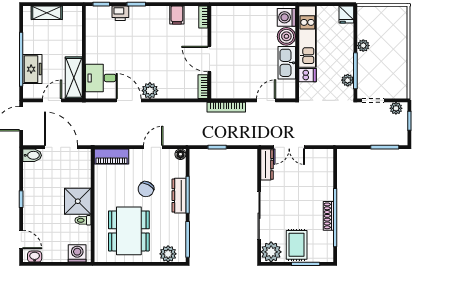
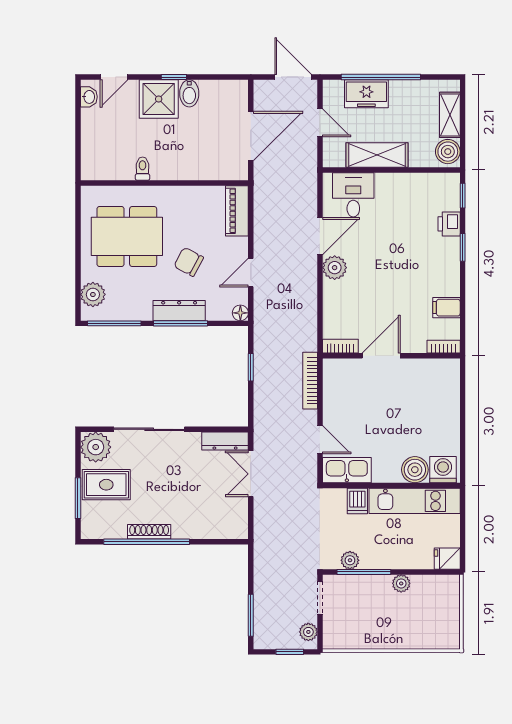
boiler: (71, 14) -> (448, 152), added
kitchen sink: (287, 63) -> (347, 470), moved
shelving: (74, 78) -> (377, 155), moved
door: (153, 147) -> (251, 273), swing flipped
bidet: (32, 155) -> (189, 93), moved
shower: (78, 201) -> (159, 99), moved
washing machine: (77, 253) -> (94, 160), removed

